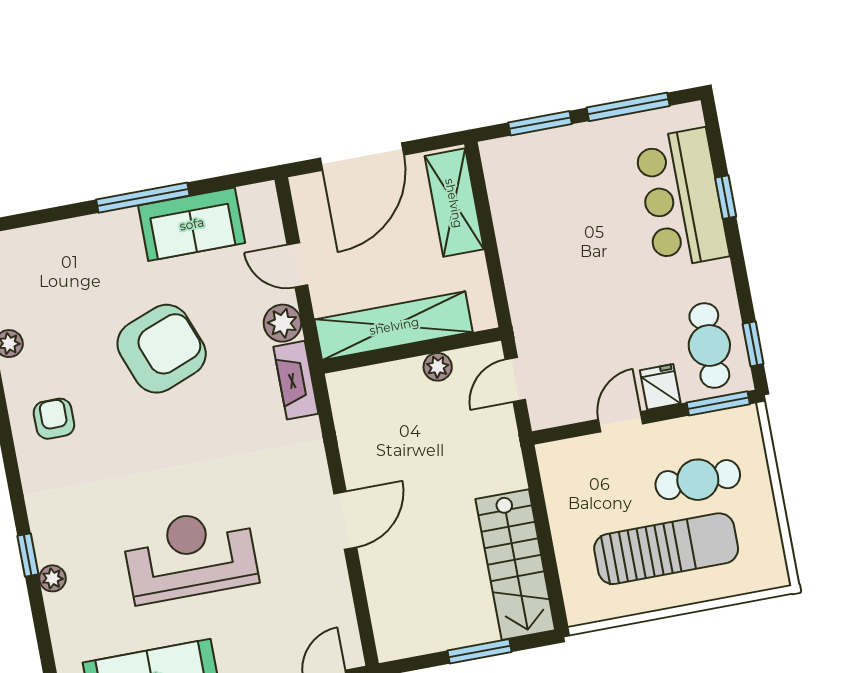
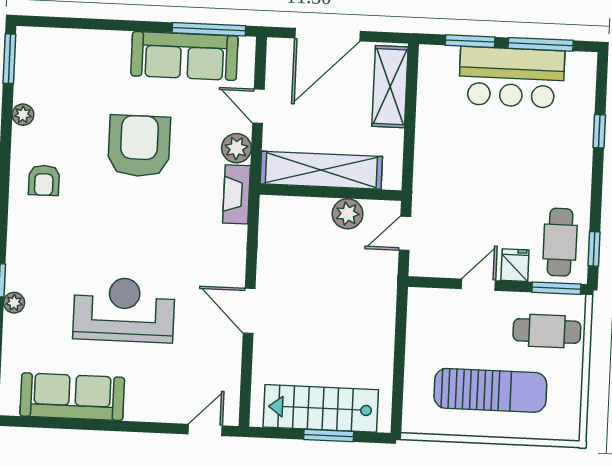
window: (143, 198) -> (209, 29), moved
bar counter: (682, 198) -> (512, 77), moved, turned -90
sofa: (192, 224) -> (184, 56), width x1.36
armchair: (162, 349) -> (139, 146), turned -69
plant: (438, 367) -> (348, 214), width x1.38, depth x1.38
armchair: (54, 419) -> (44, 180), turned 180
cafe table: (698, 480) -> (547, 331), moved
door: (345, 520) -> (249, 311), swing flipped
stairs: (515, 565) -> (321, 408), moved, turned 90

